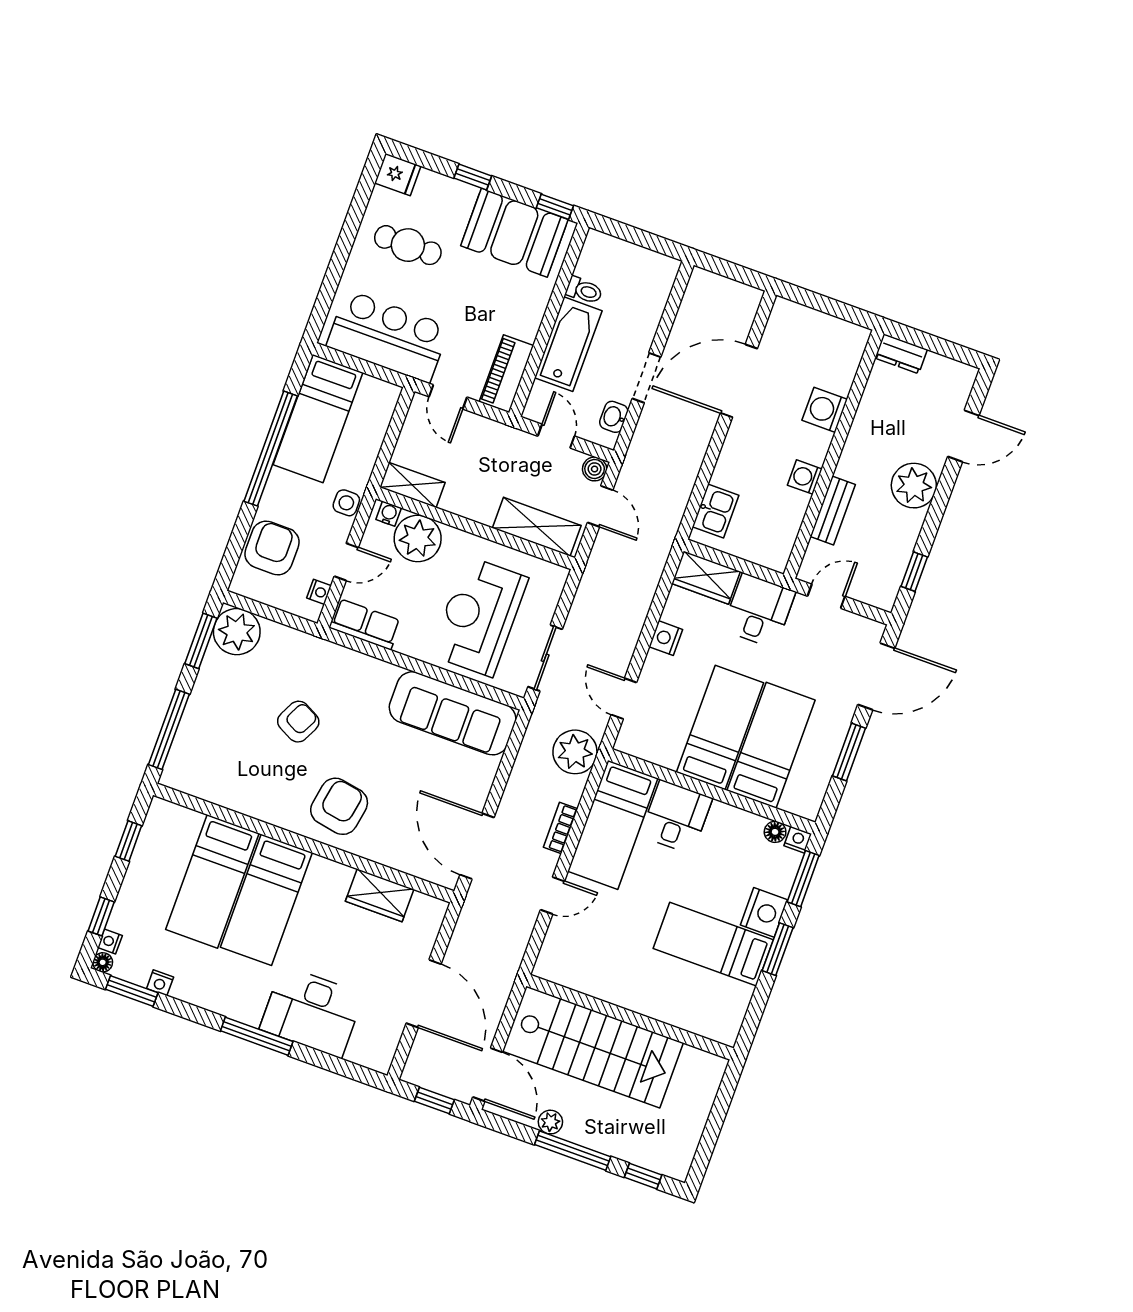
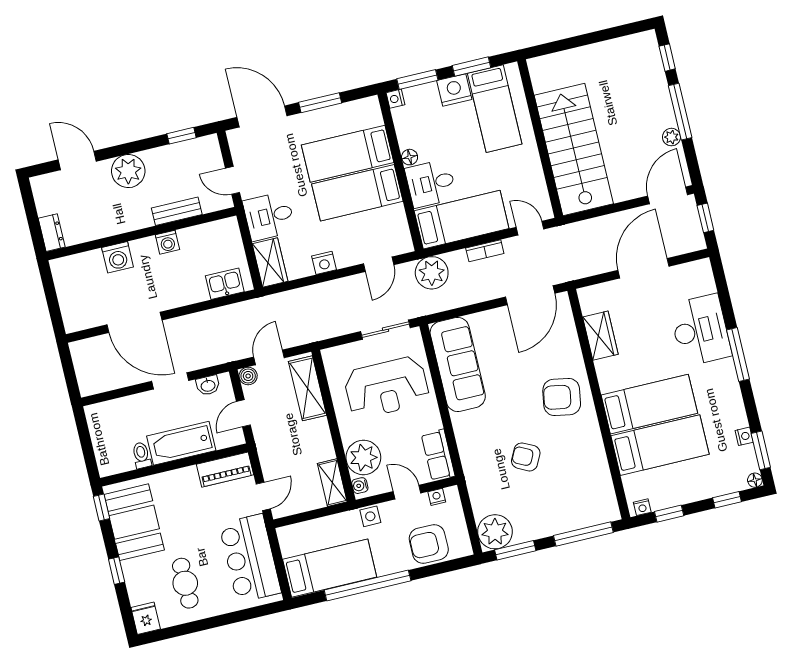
floor lamp: (775, 832) -> (410, 157), moved
nightstand: (110, 941) -> (642, 507), moved
wall: (630, 1017) -> (540, 139), moved
stairs: (593, 1047) -> (574, 149), moved

